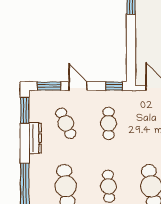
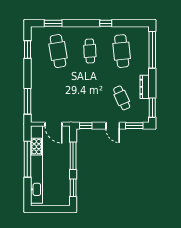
window: (131, 46) -> (73, 156), added
cafe table: (109, 123) -> (90, 98), removed

